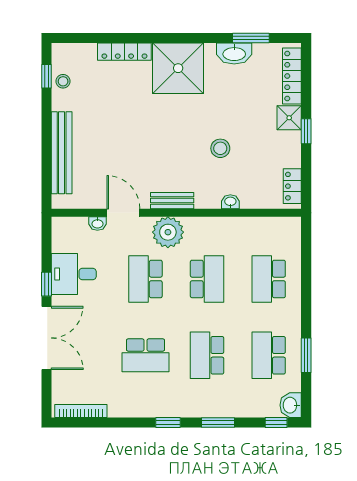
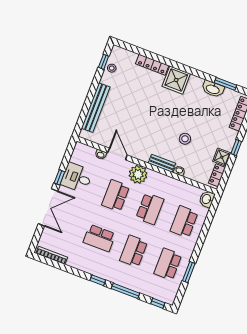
shower: (178, 68) -> (176, 80), width x0.73, depth x0.73
shower: (289, 118) -> (222, 157), moved
bench: (172, 201) -> (162, 163), moved
washbasin: (291, 405) -> (207, 199), moved
window: (218, 423) -> (125, 291), width x1.44

